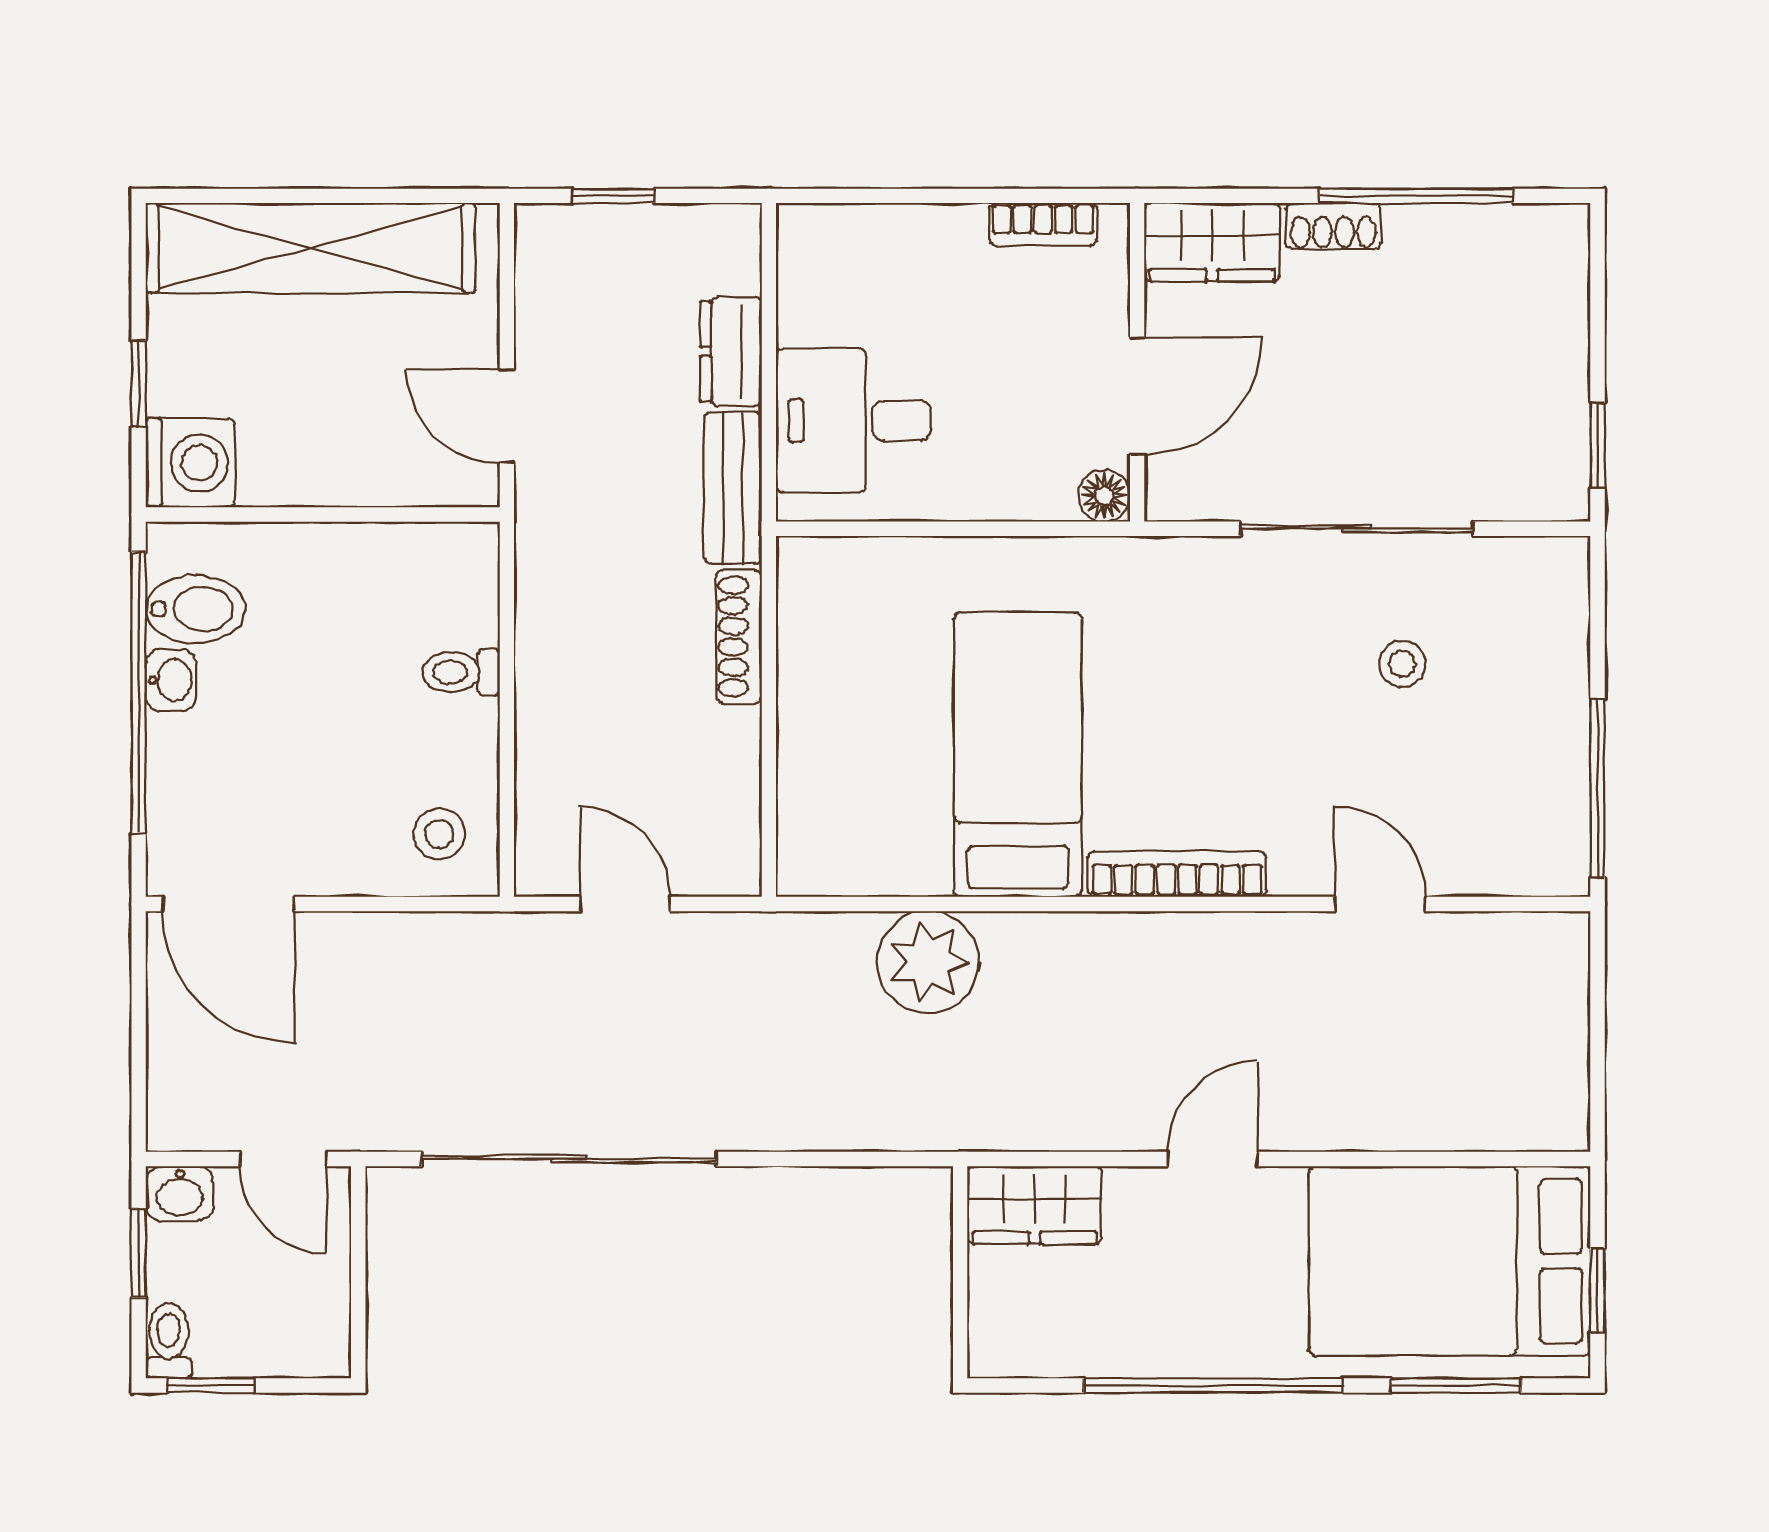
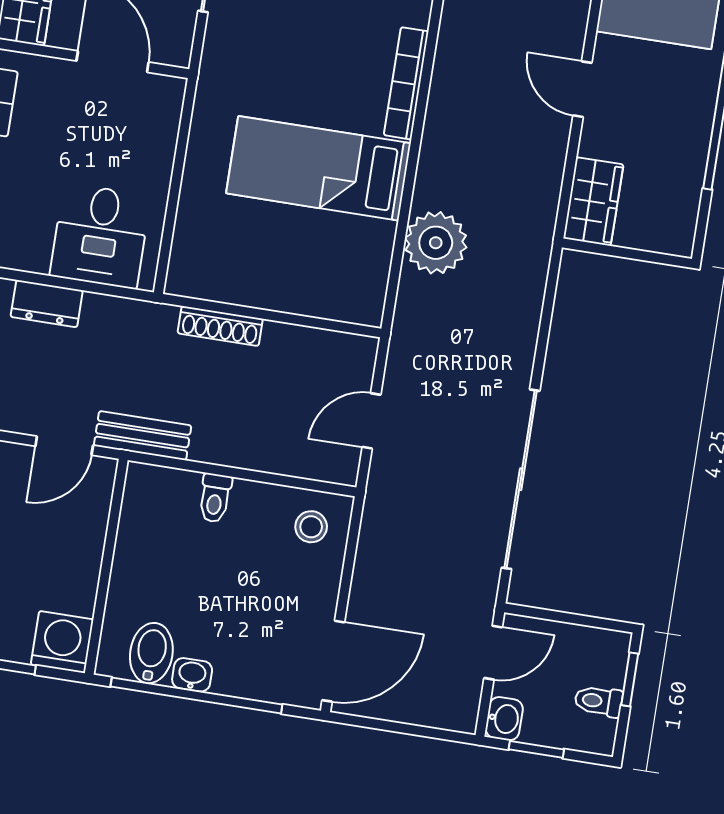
bench: (733, 488) -> (143, 436), moved
floor lamp: (1104, 496) -> (170, 91), removed
toilet: (169, 1341) -> (599, 701), moved
window: (211, 1386) -> (630, 679), moved

